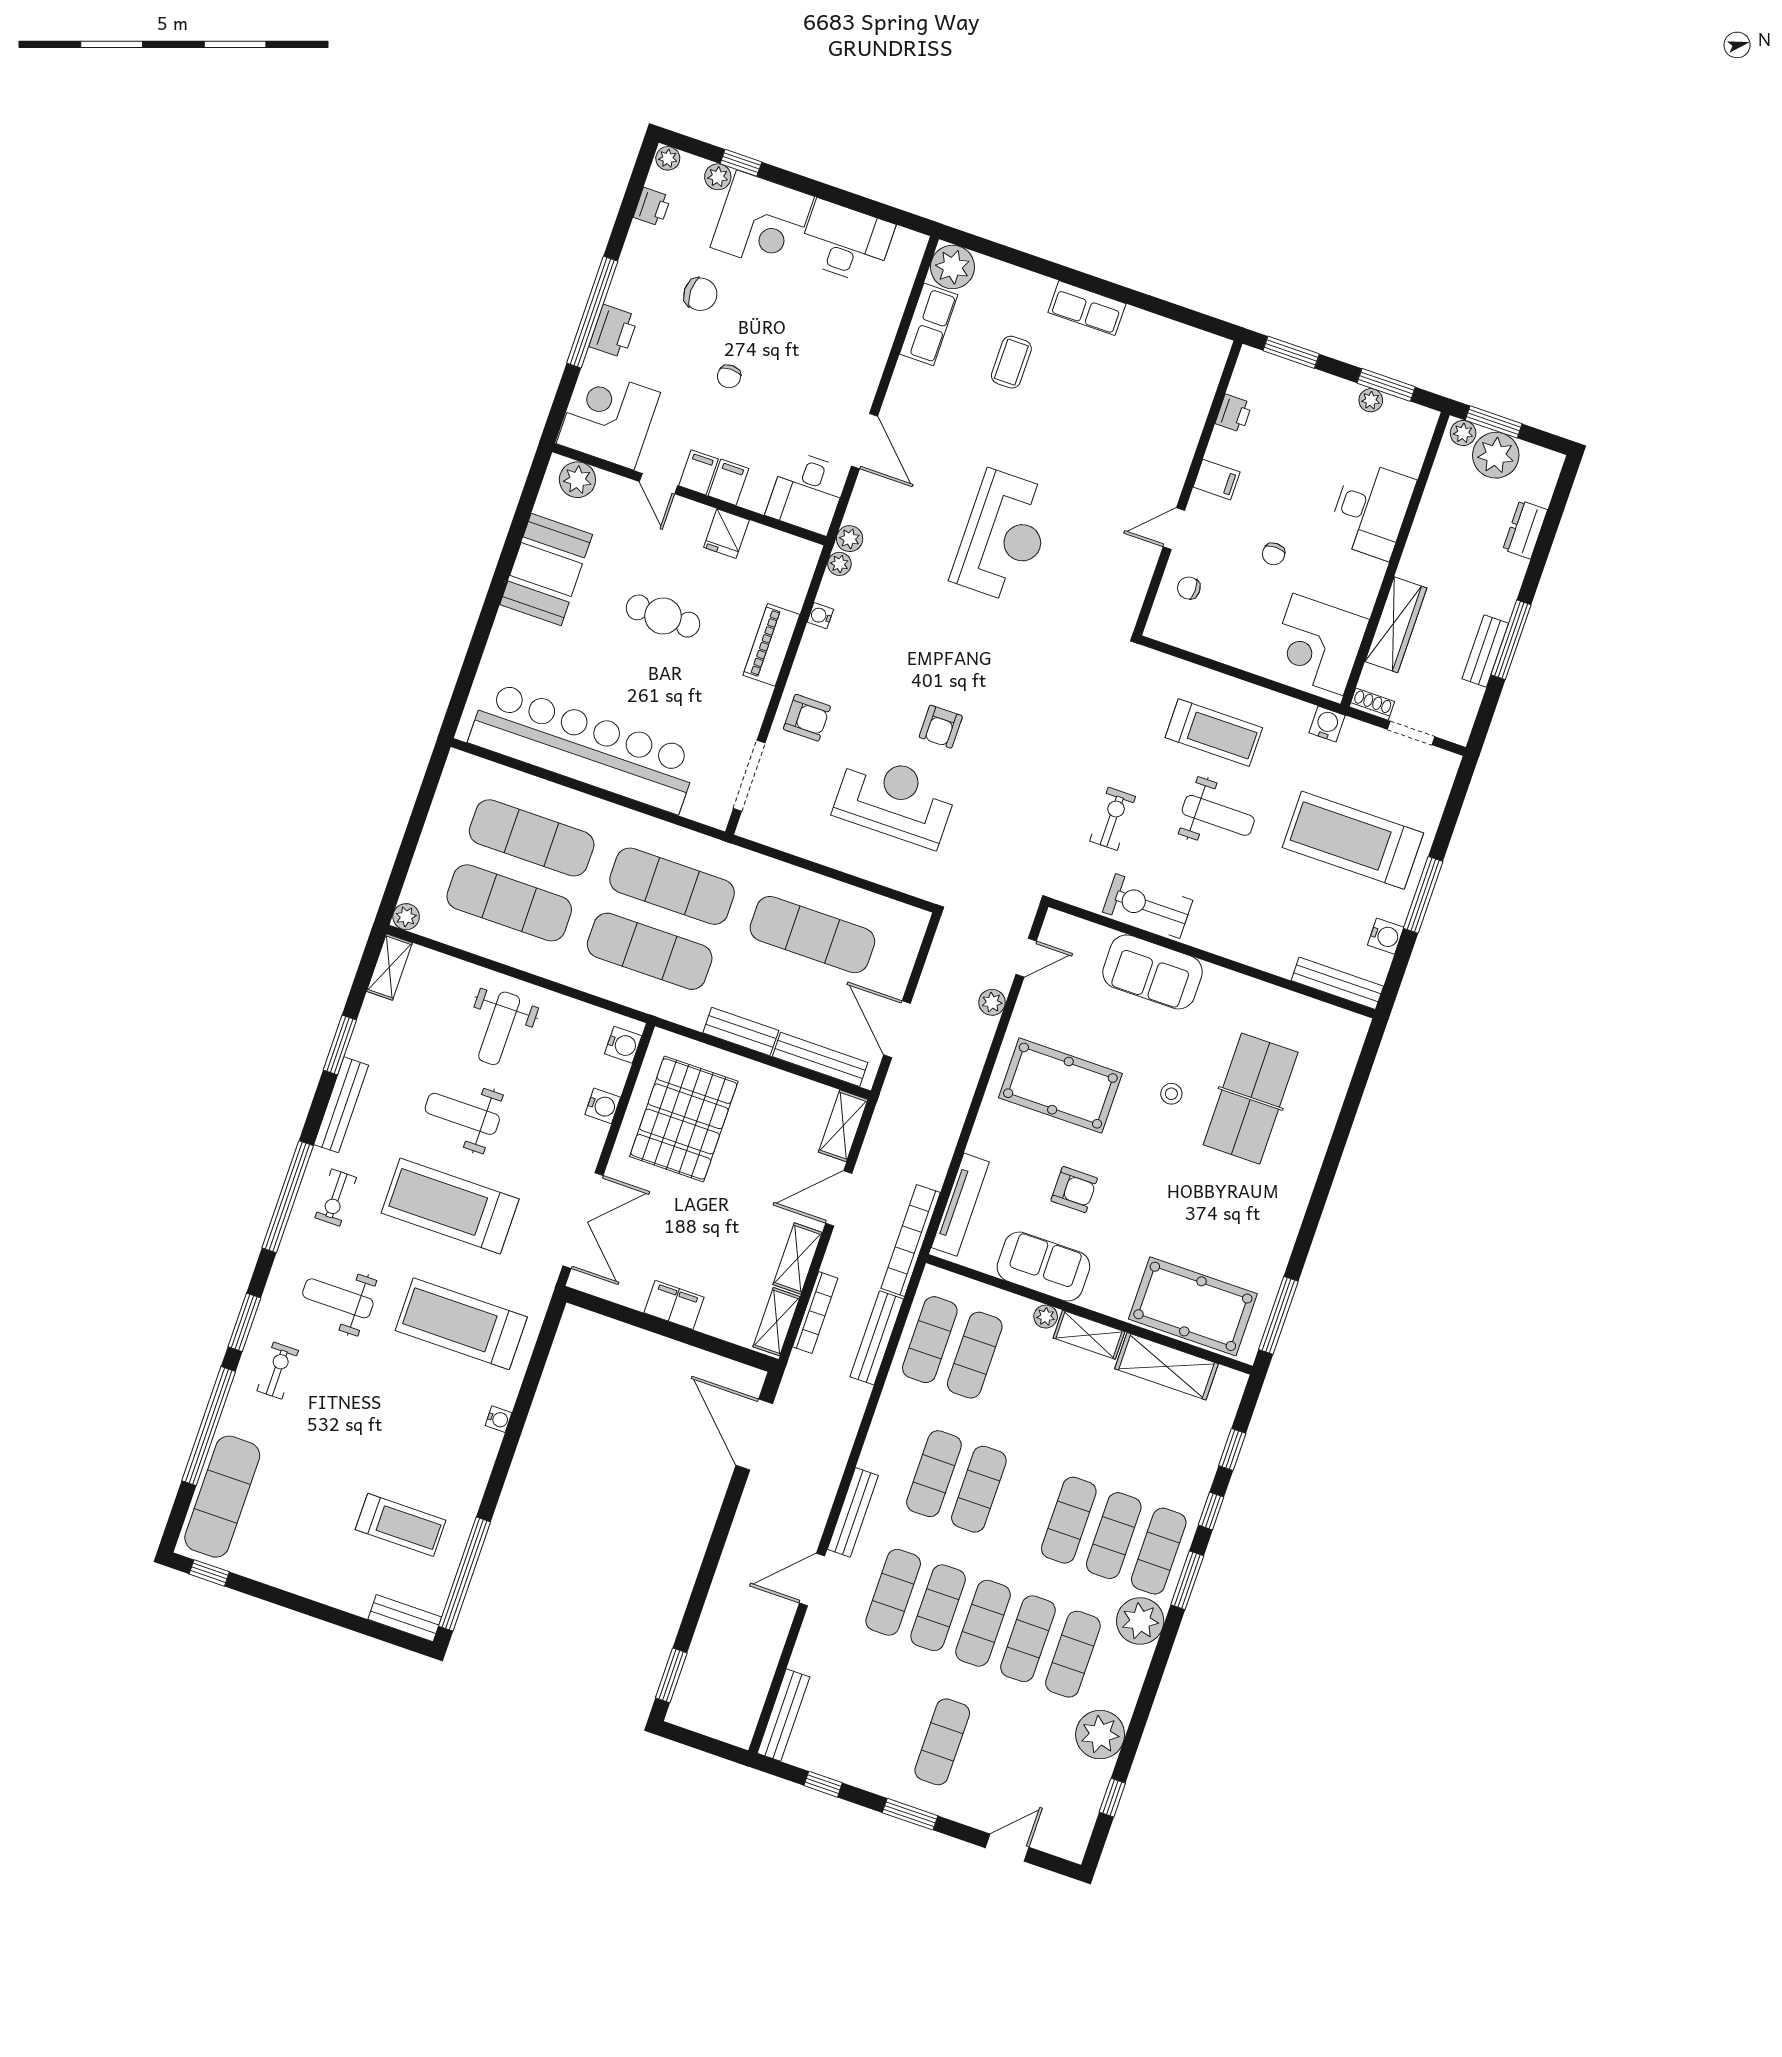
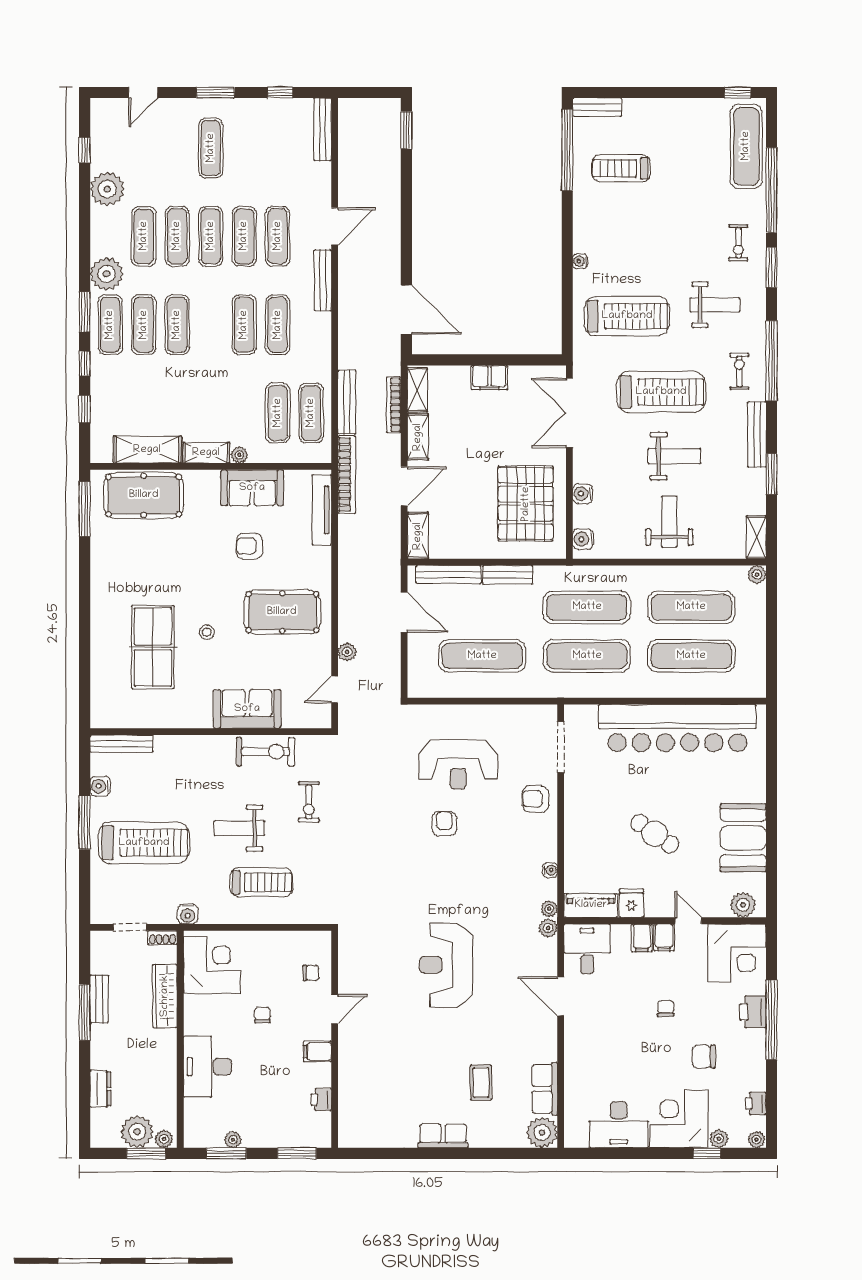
cafe table: (663, 616) -> (655, 834), turned 35
piano: (771, 645) -> (591, 905), moved, turned -90
treadmill: (1214, 733) -> (261, 882), turned 180

